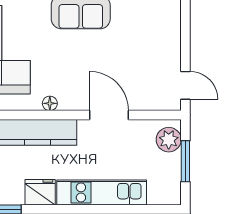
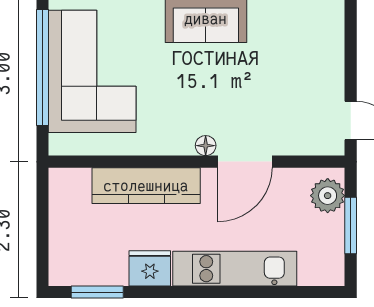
floor lamp: (50, 103) -> (206, 146), moved
door: (109, 115) -> (245, 162), swing flipped

